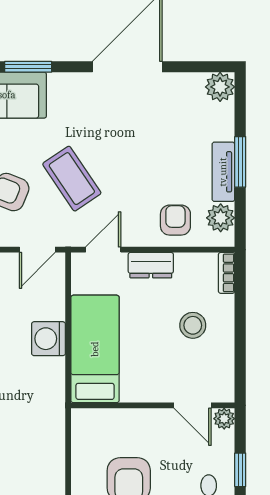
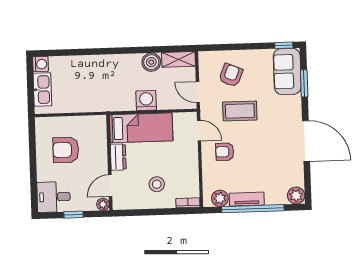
window: (240, 162) -> (253, 209), width x2.11
coffee table: (72, 179) -> (240, 111), turned 34
armchair: (175, 220) -> (225, 152), moved, turned 180
dresser: (151, 265) -> (118, 157), moved, turned 180

